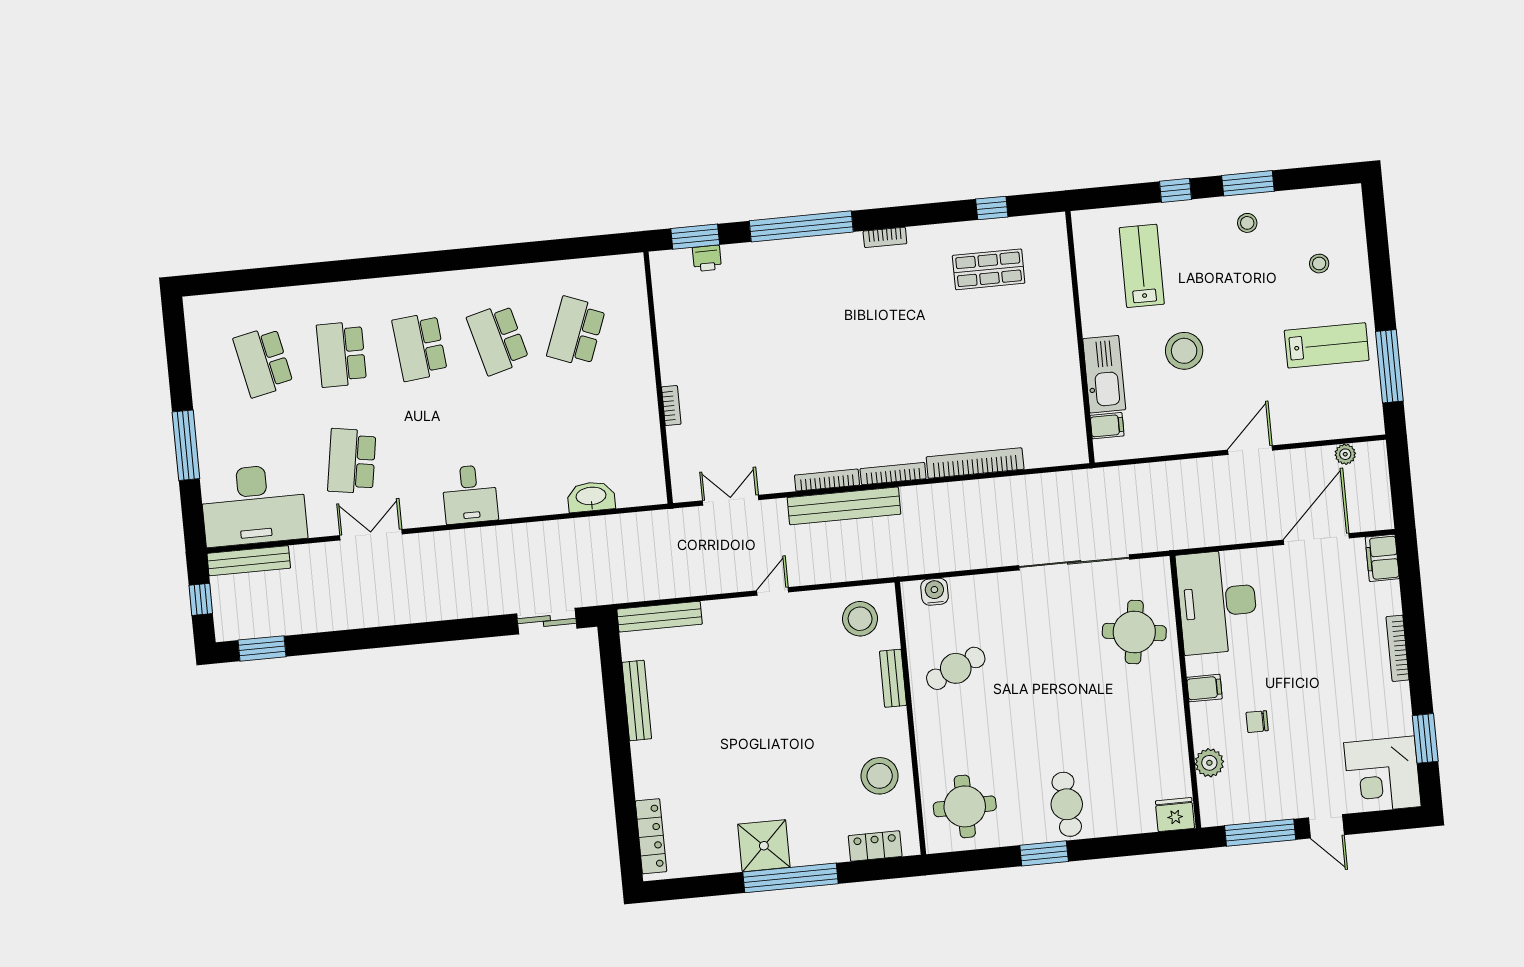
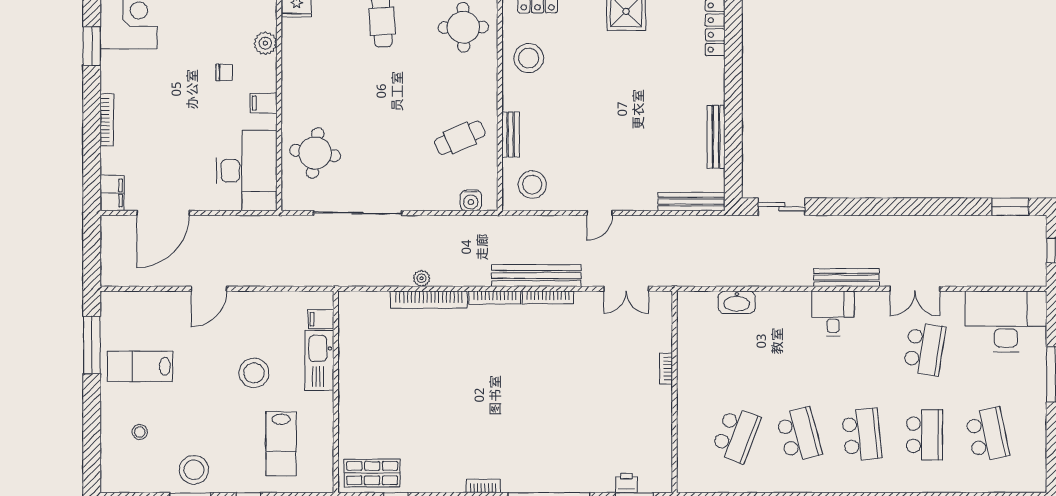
stool: (1247, 223) -> (194, 470), width x1.89, depth x1.89
shop shelf: (989, 269) -> (372, 473), moved
plant: (1345, 454) -> (422, 278), moved
bench: (249, 561) -> (846, 278), moved

